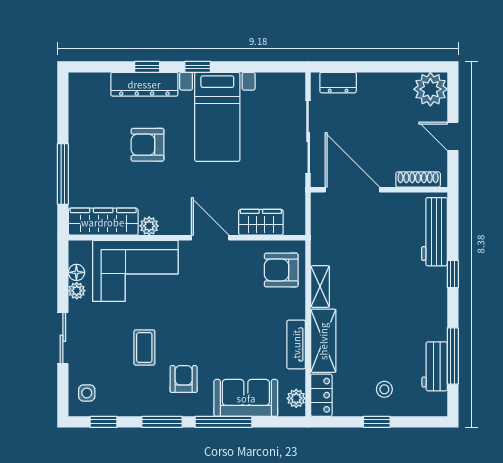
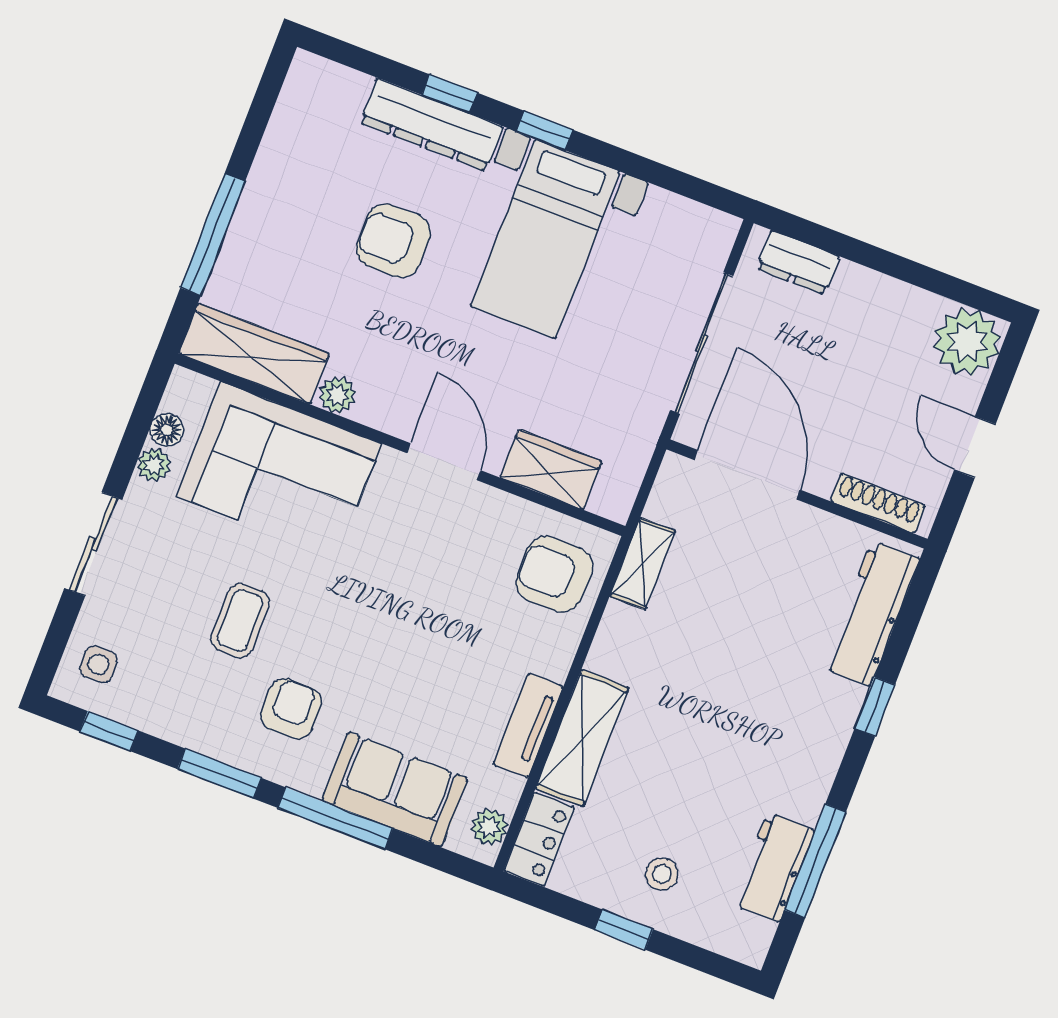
shelving: (320, 286) -> (643, 564), moved

